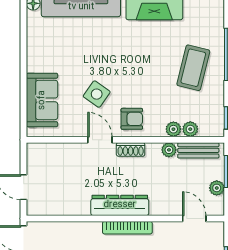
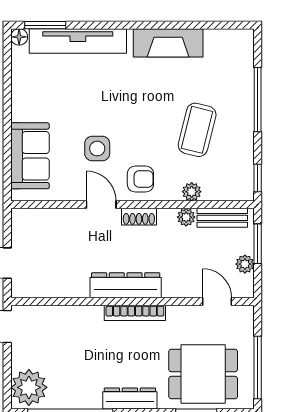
coffee table: (193, 68) -> (197, 130), moved
side table: (97, 94) -> (97, 149), turned -35
plant: (190, 129) -> (212, 192), removed

